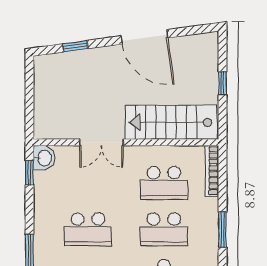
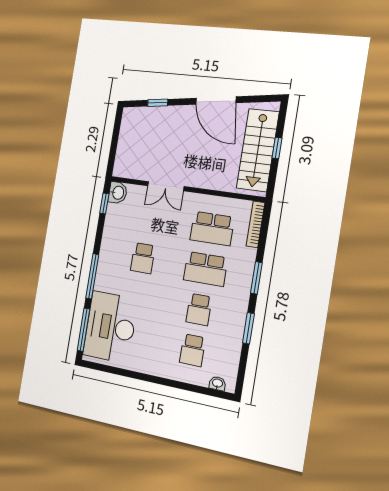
stairs: (171, 122) -> (258, 150), moved, turned -90
school desk: (88, 229) -> (143, 258), width x0.54

